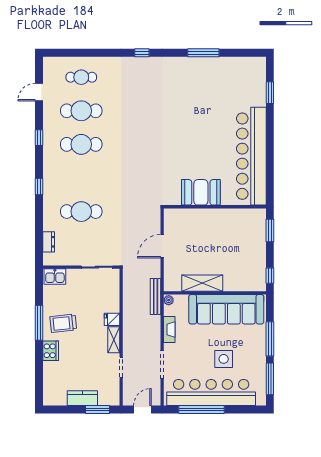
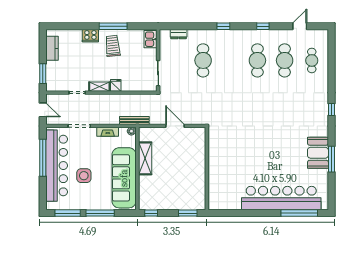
door: (39, 92) -> (300, 26), hinge flipped
window: (270, 93) -> (299, 213), width x2.11
bar counter: (251, 156) -> (281, 198), moved
booth: (201, 192) -> (318, 153), moved
kitchen counter: (82, 398) -> (52, 48), moved

